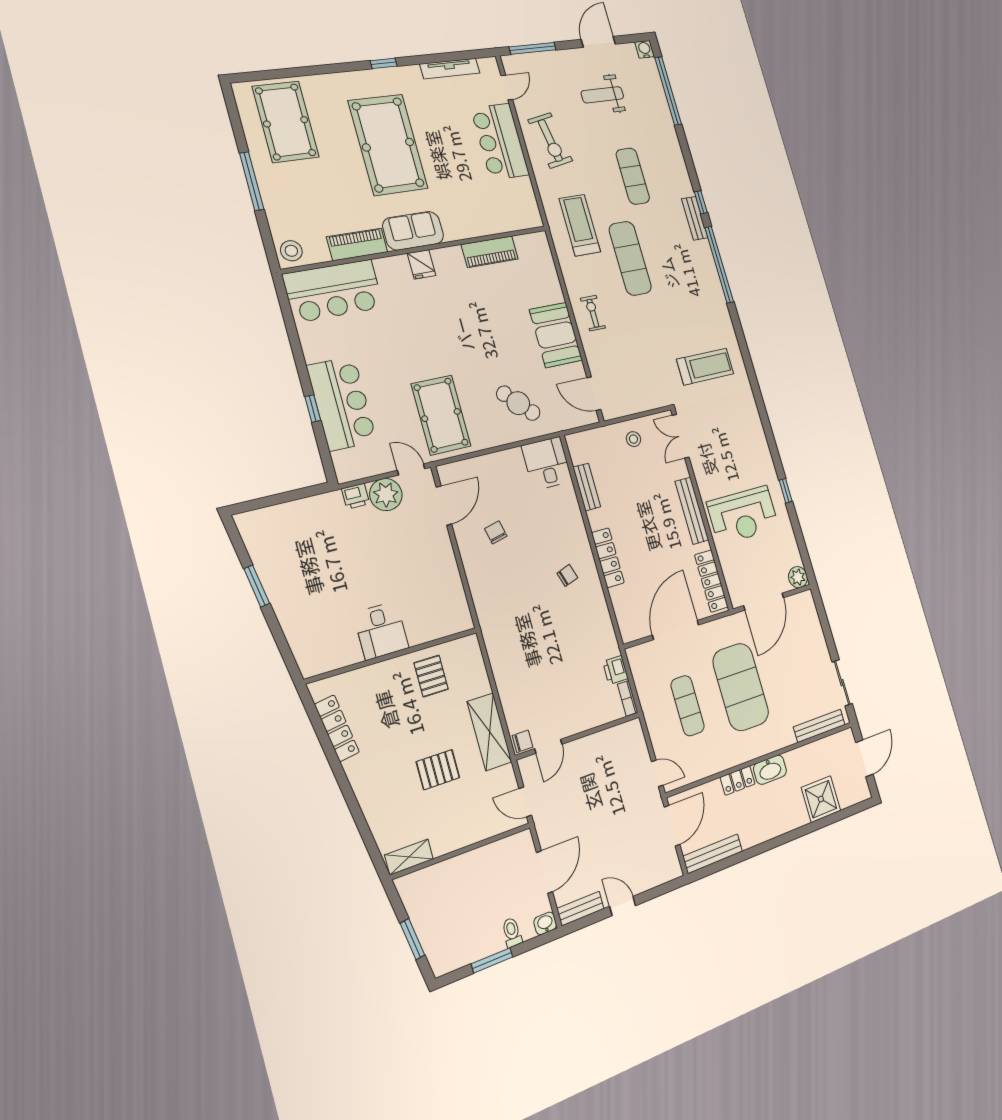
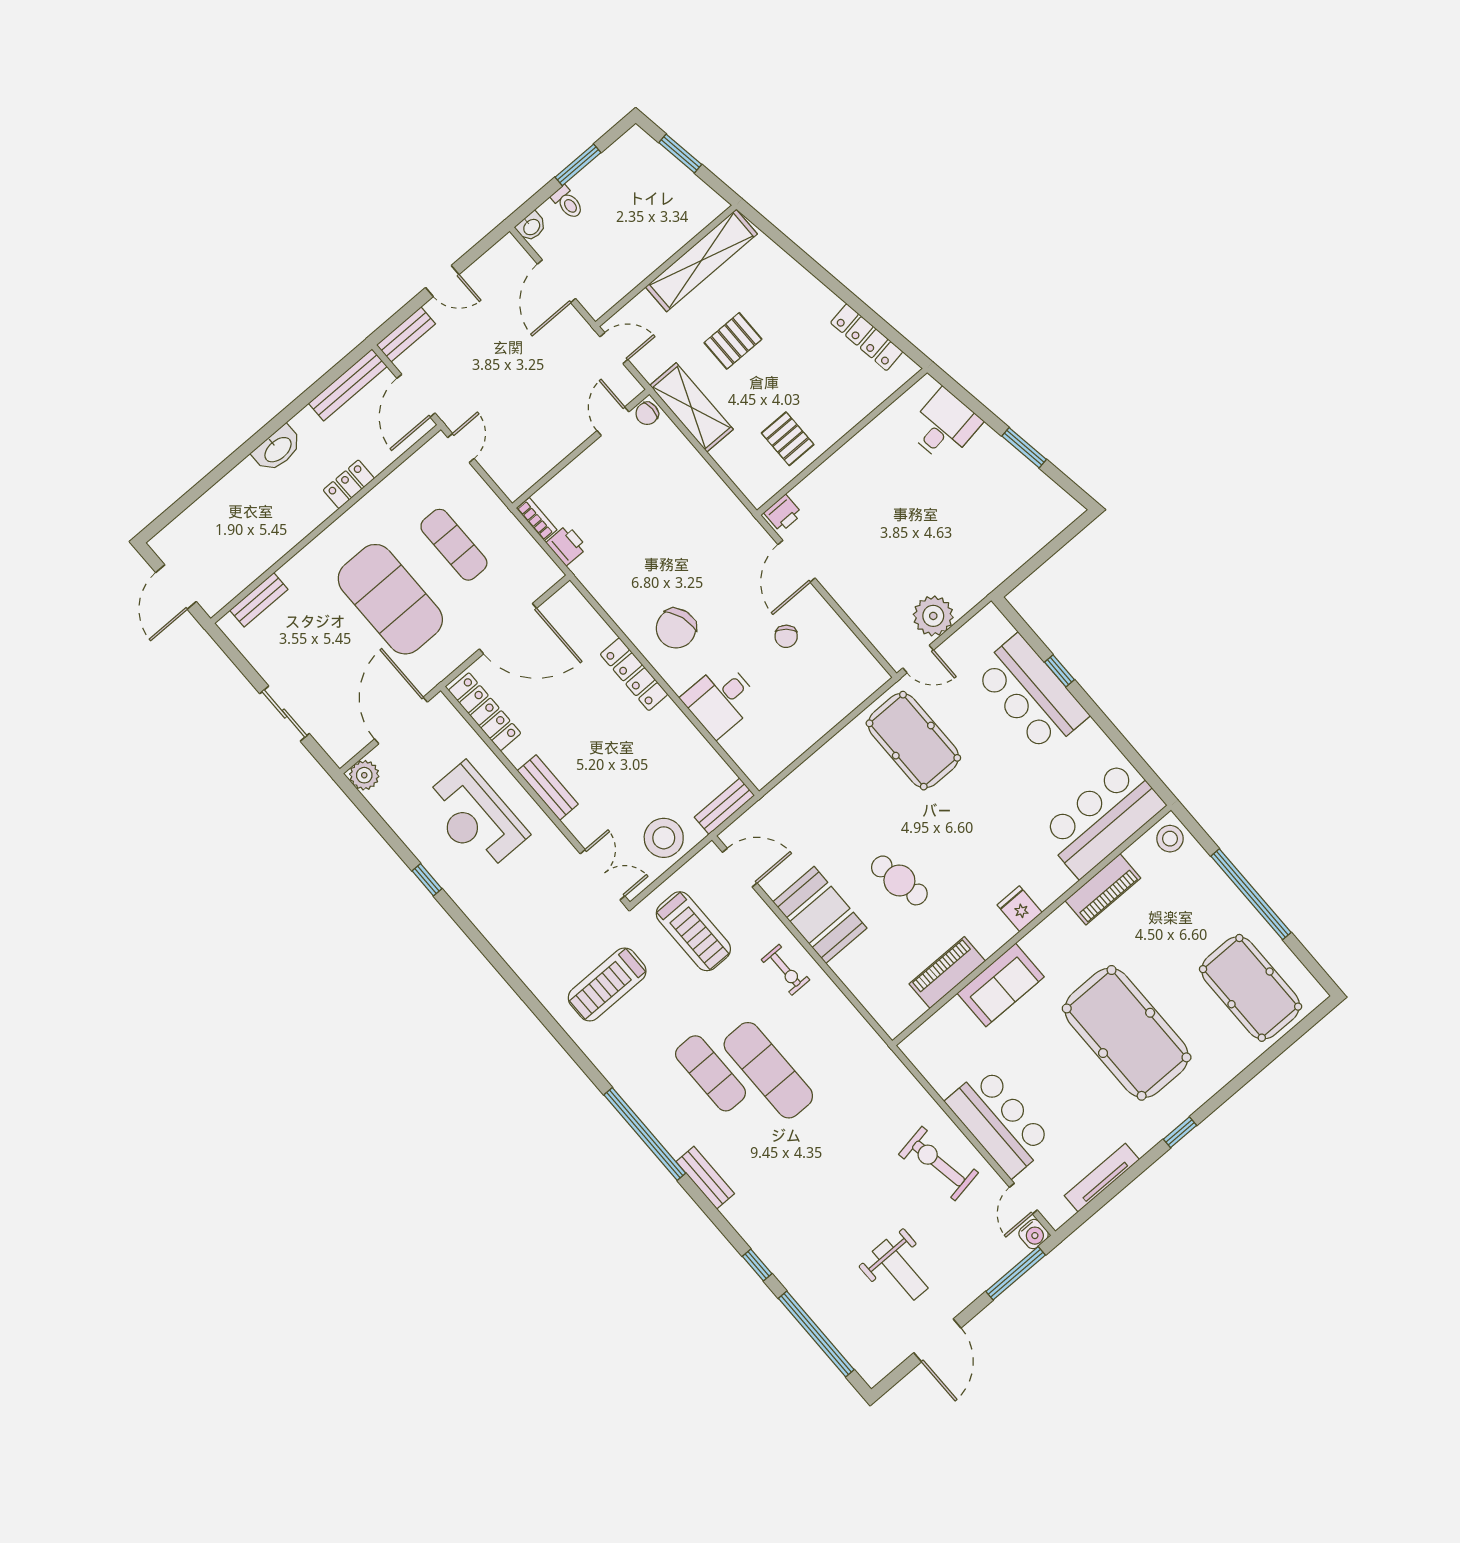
water cooler: (645, 49) -> (1034, 1234), moved
weight bench: (602, 95) -> (900, 1270), turned 90
exercise mat: (633, 176) -> (711, 1073), moved
window: (252, 181) -> (1251, 894), width x1.46
window: (701, 202) -> (757, 1265), moved
treadmill: (580, 225) -> (693, 931), moved
sofa: (413, 231) -> (1001, 985), moved
cafe table: (518, 403) -> (899, 880), moved, turned 33
stool: (633, 439) -> (664, 838), width x1.89, depth x1.89
desk: (547, 463) -> (721, 700), moved, turned 90
bench: (587, 487) -> (724, 806), moved, turned 90
printer: (356, 496) -> (783, 513), moved, turned 180
door: (444, 506) -> (797, 561), moved
bench: (692, 511) -> (548, 787), width x0.73
reception desk: (743, 515) -> (475, 817), turned -90
chair: (496, 532) -> (786, 636), turned 55
chair: (567, 575) -> (676, 628), width x1.87, depth x1.87
door: (676, 630) -> (508, 629), hinge flipped
desk: (381, 631) -> (944, 426), moved, turned 81
sliding door: (842, 683) -> (284, 714), moved
bench: (819, 726) -> (259, 600), width x0.73
washbasin: (770, 770) -> (277, 449), moved, turned 180
door: (657, 773) -> (461, 448), swing flipped
shower: (821, 799) -> (221, 510), removed
shelving: (409, 857) -> (701, 260), width x2.20, depth x1.33
bench: (580, 909) -> (406, 334), moved

